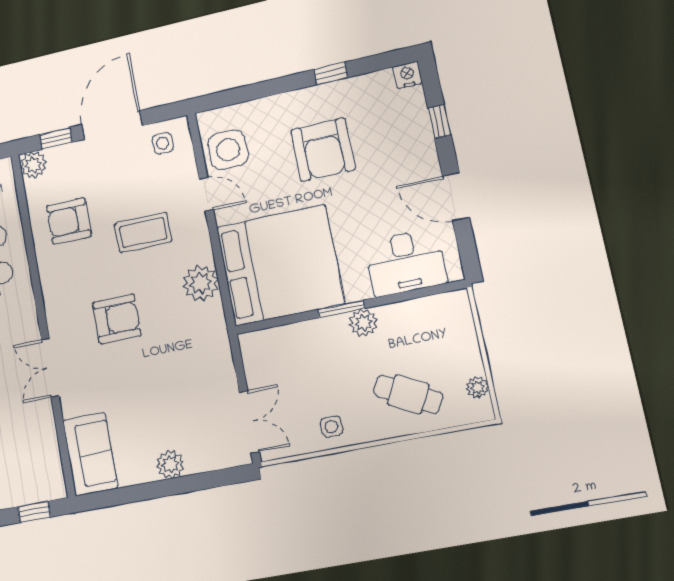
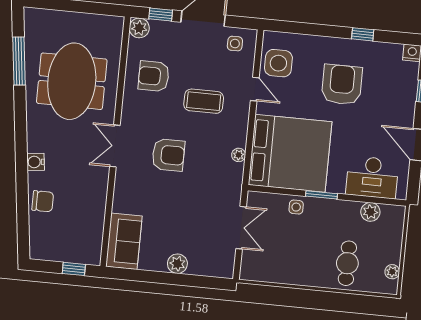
armchair: (323, 150) -> (342, 85), turned 180
plant: (201, 283) -> (239, 155), width x0.53, depth x0.53
plant: (363, 323) -> (370, 212), moved
double door: (50, 368) -> (115, 146), moved
cafe table: (408, 394) -> (347, 263), turned 62
double door: (249, 422) -> (241, 228), moved
side table: (332, 427) -> (296, 207), moved

